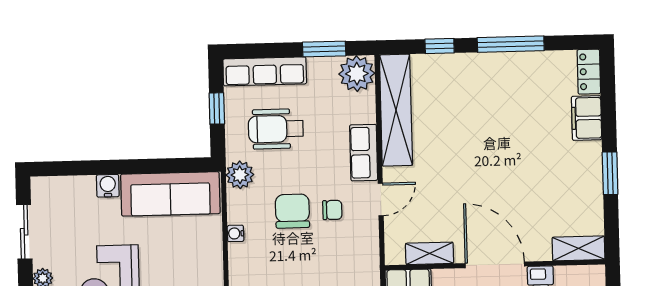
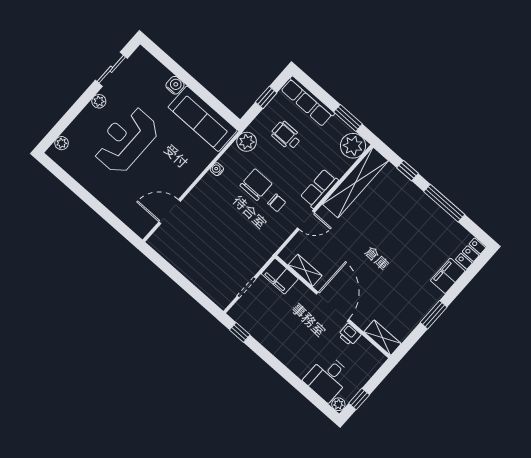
wheelchair: (276, 129) -> (286, 136), width x0.73, depth x0.73

